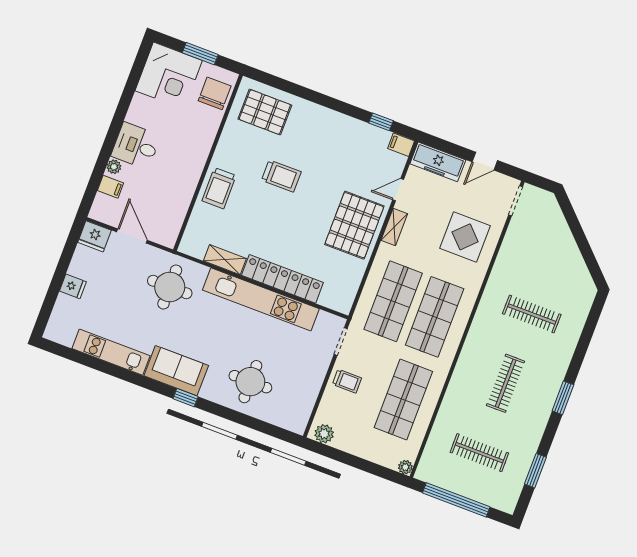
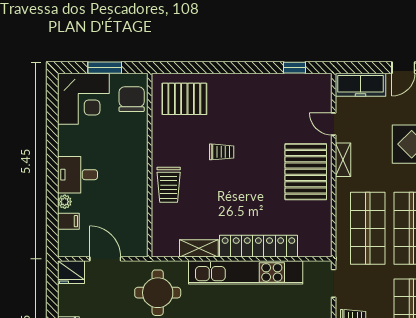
filing cabinet: (401, 145) -> (321, 82), removed
trolley: (281, 176) -> (222, 152), width x0.73, depth x0.72
door: (398, 190) -> (334, 124), hinge flipped

